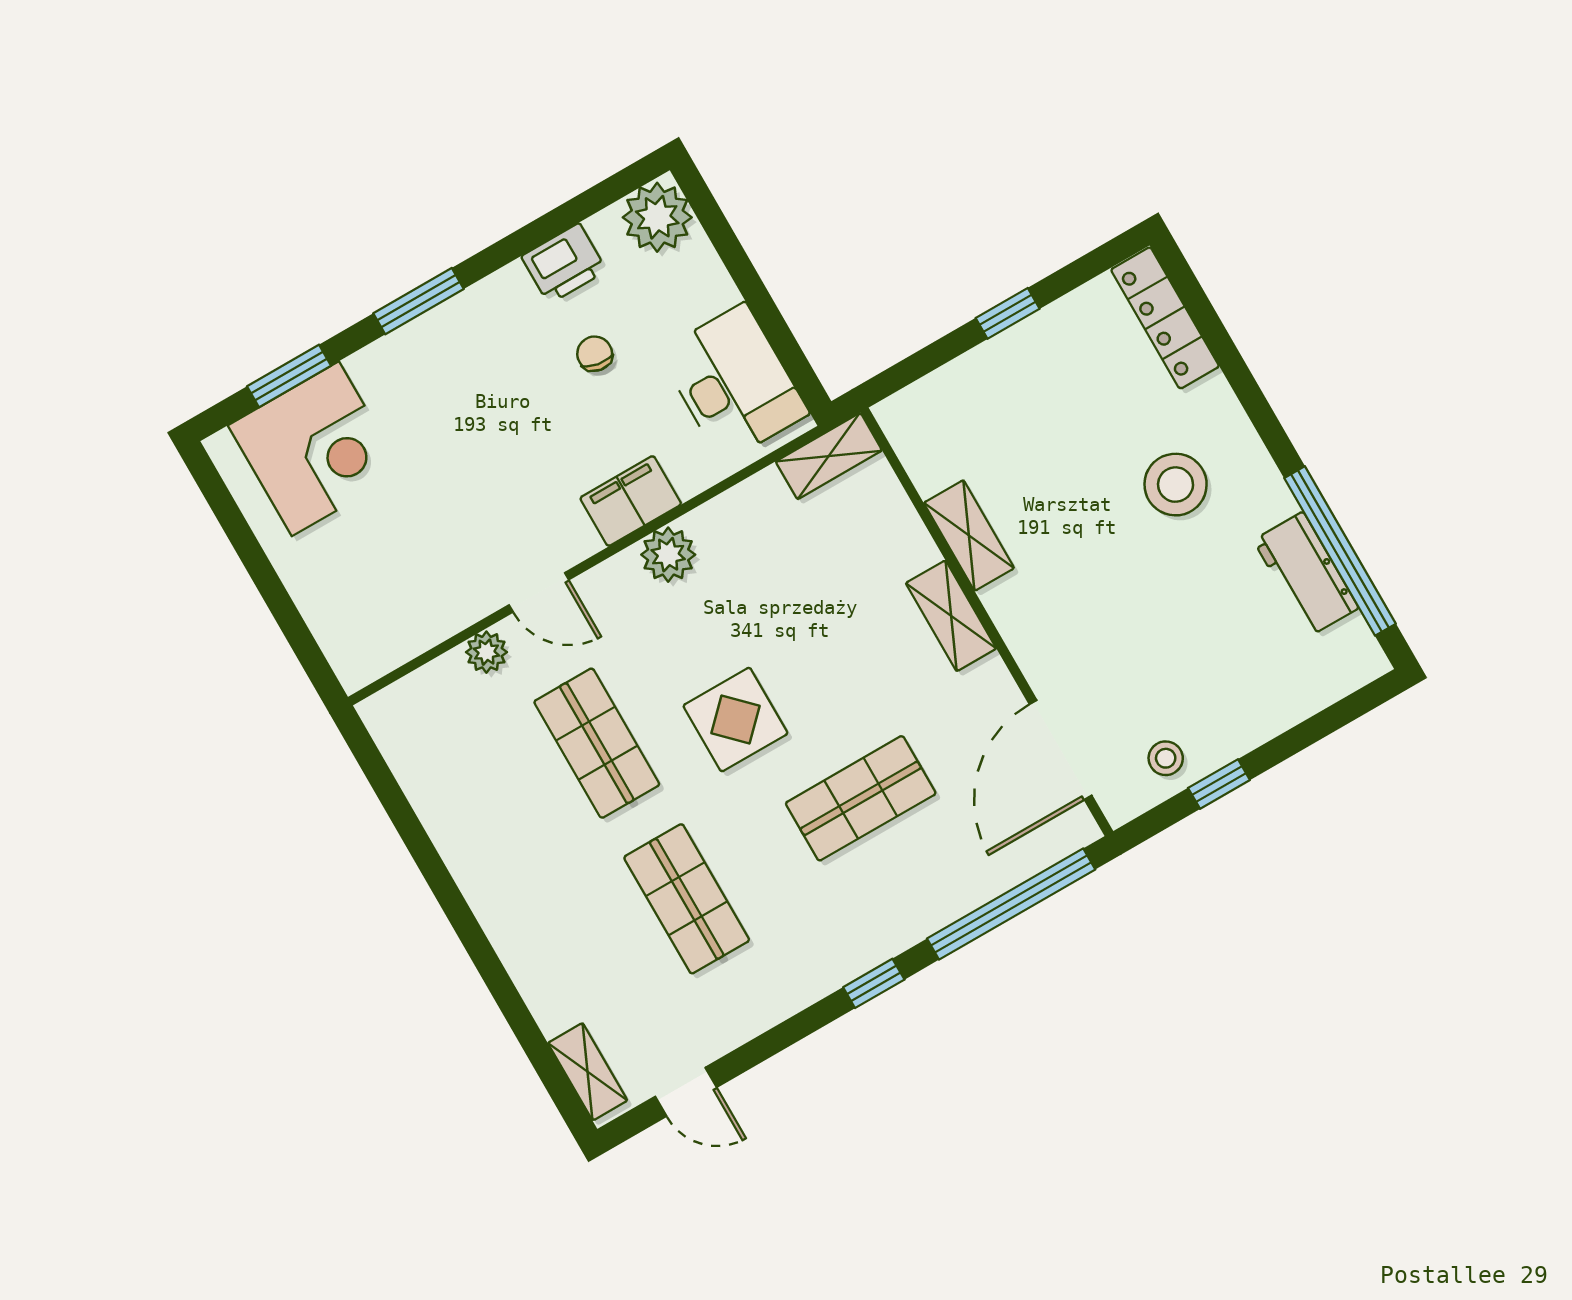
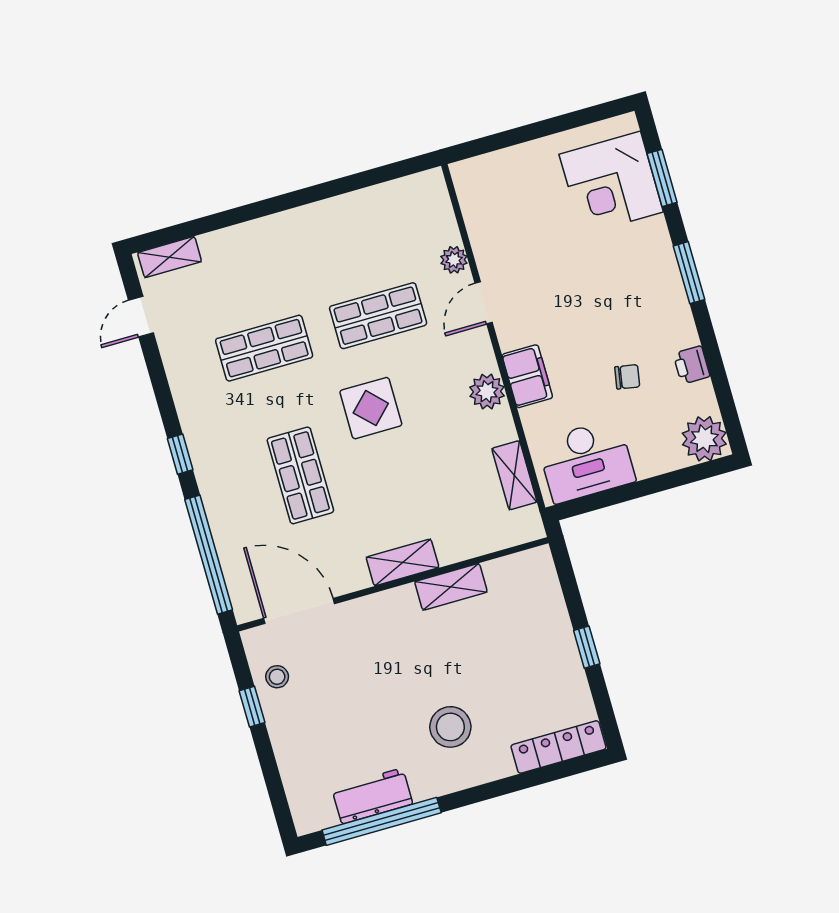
printer: (564, 264) -> (692, 365), width x0.73, depth x0.81
shelving: (829, 456) -> (514, 475), moved

